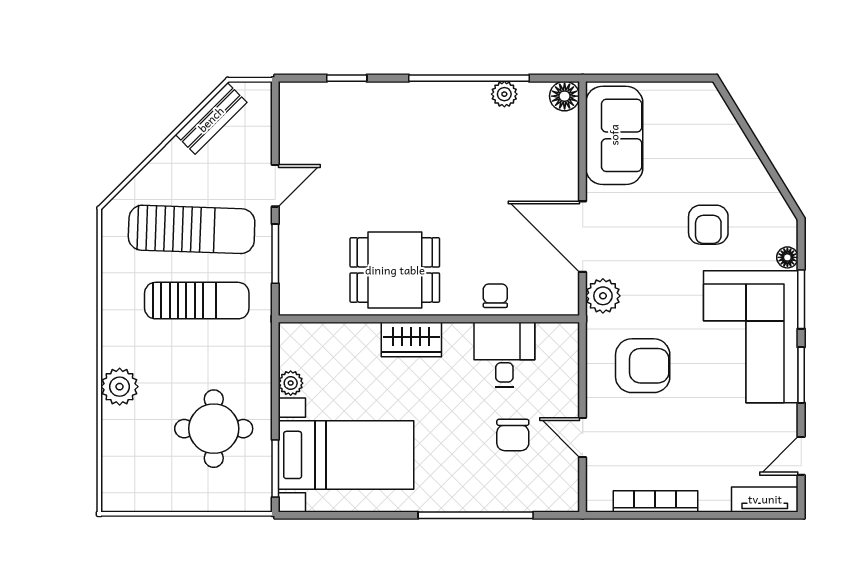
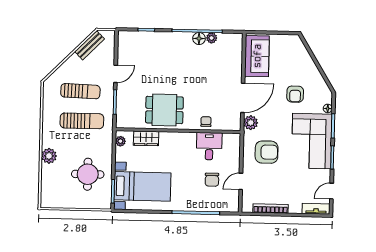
floor lamp: (565, 96) -> (199, 38), moved
sun lounger: (192, 229) -> (80, 91), width x0.73, depth x0.75
door: (583, 237) -> (243, 98), swing flipped
wardrobe: (411, 339) -> (146, 138), moved
plant: (291, 383) -> (120, 141), moved
door: (583, 438) -> (241, 181), hinge flipped

